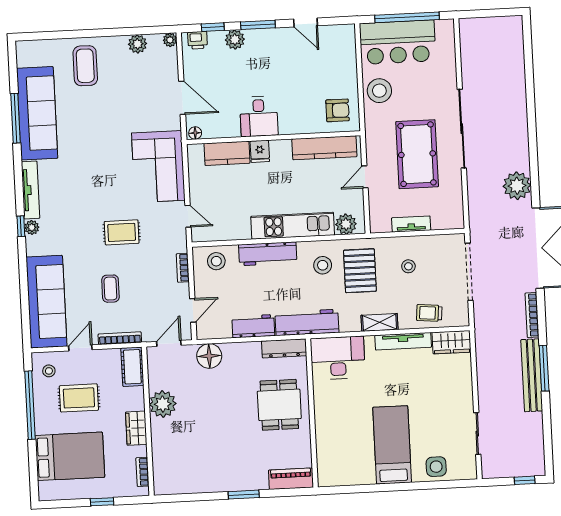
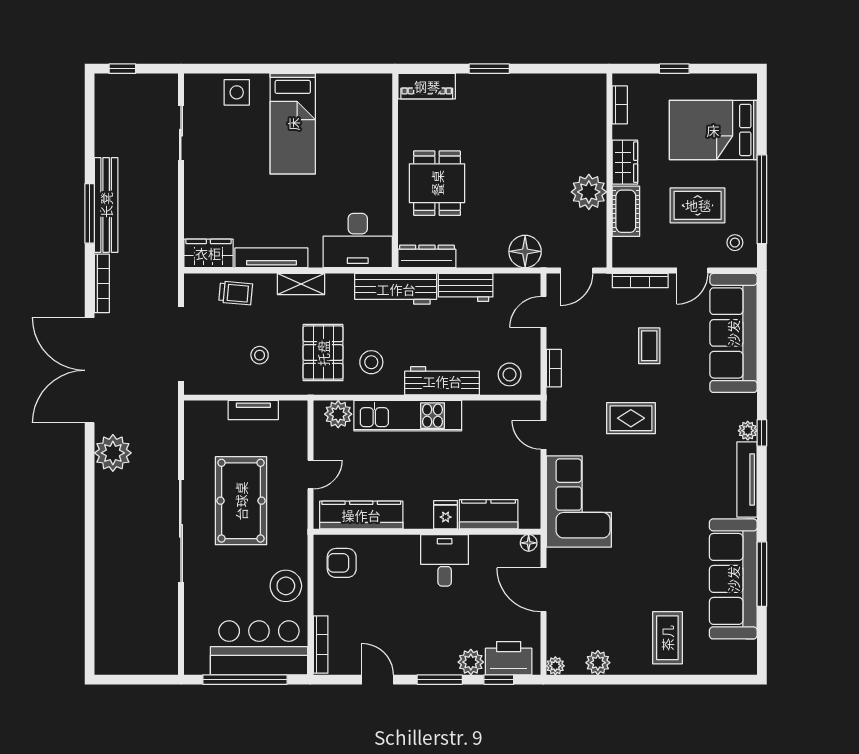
printer: (198, 40) -> (509, 658), width x1.87, depth x1.48
bookcase: (350, 47) -> (321, 644), added
cot: (132, 367) -> (626, 211), moved

